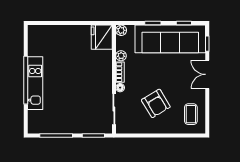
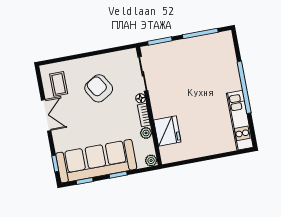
fridge: (102, 37) -> (167, 131), moved
double door: (207, 74) -> (46, 115), moved
kitchen unit: (35, 83) -> (240, 120), moved

